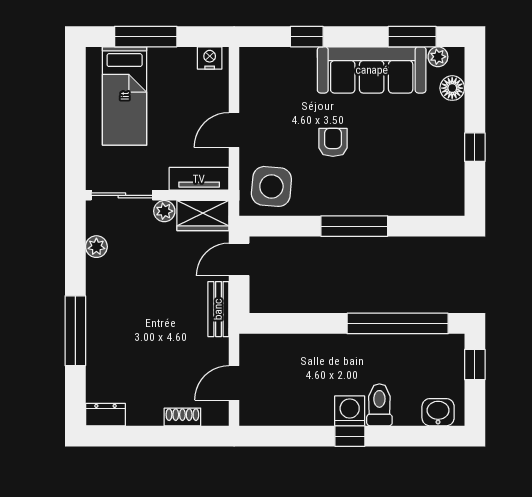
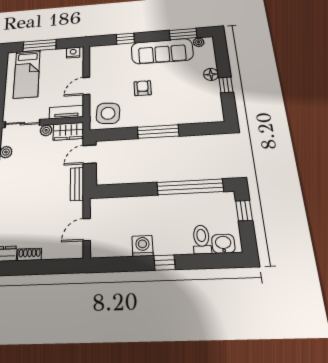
floor lamp: (452, 88) -> (211, 74), moved
toilet: (379, 405) -> (202, 239), moved
washing machine: (350, 411) -> (143, 246), moved
shoe rack: (182, 417) -> (30, 254), moved

